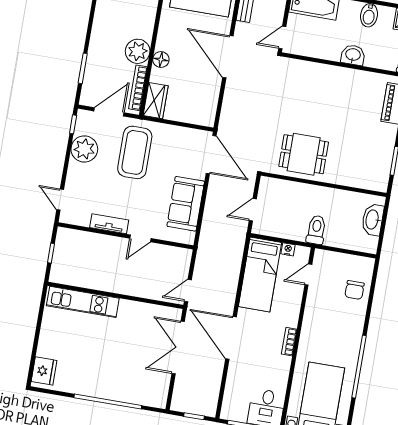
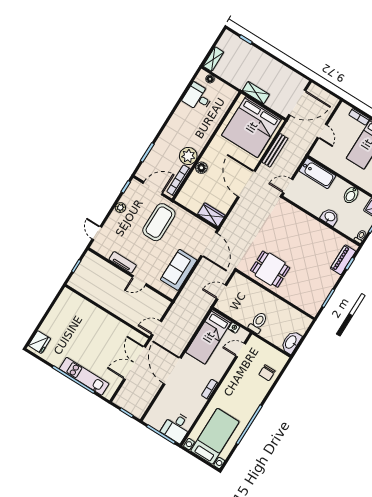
wardrobe: (156, 101) -> (211, 215), moved, turned -90
plant: (84, 149) -> (120, 208), width x0.53, depth x0.53
washbasin: (373, 220) -> (291, 342), moved
kitchen unit: (83, 302) -> (84, 376), moved, turned 180

